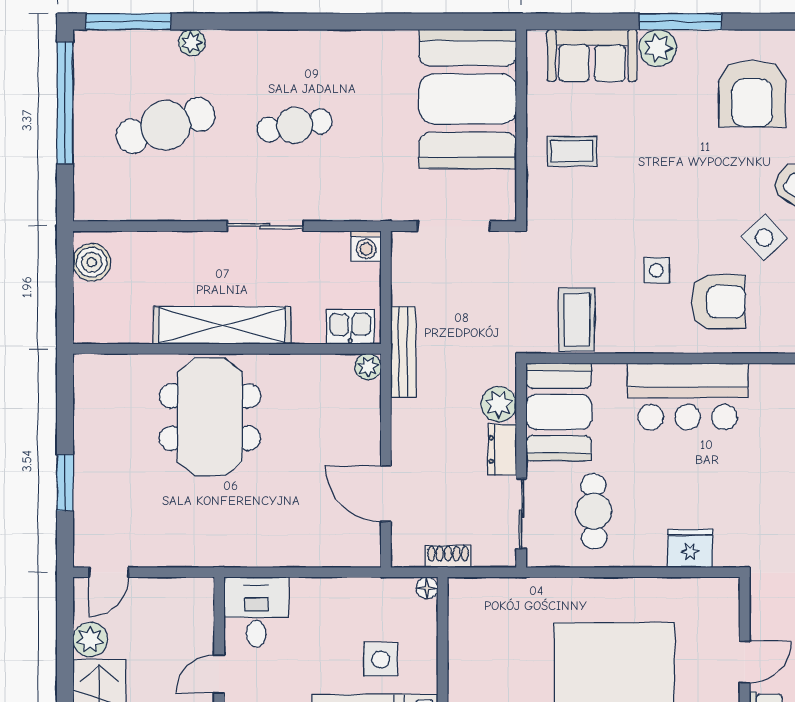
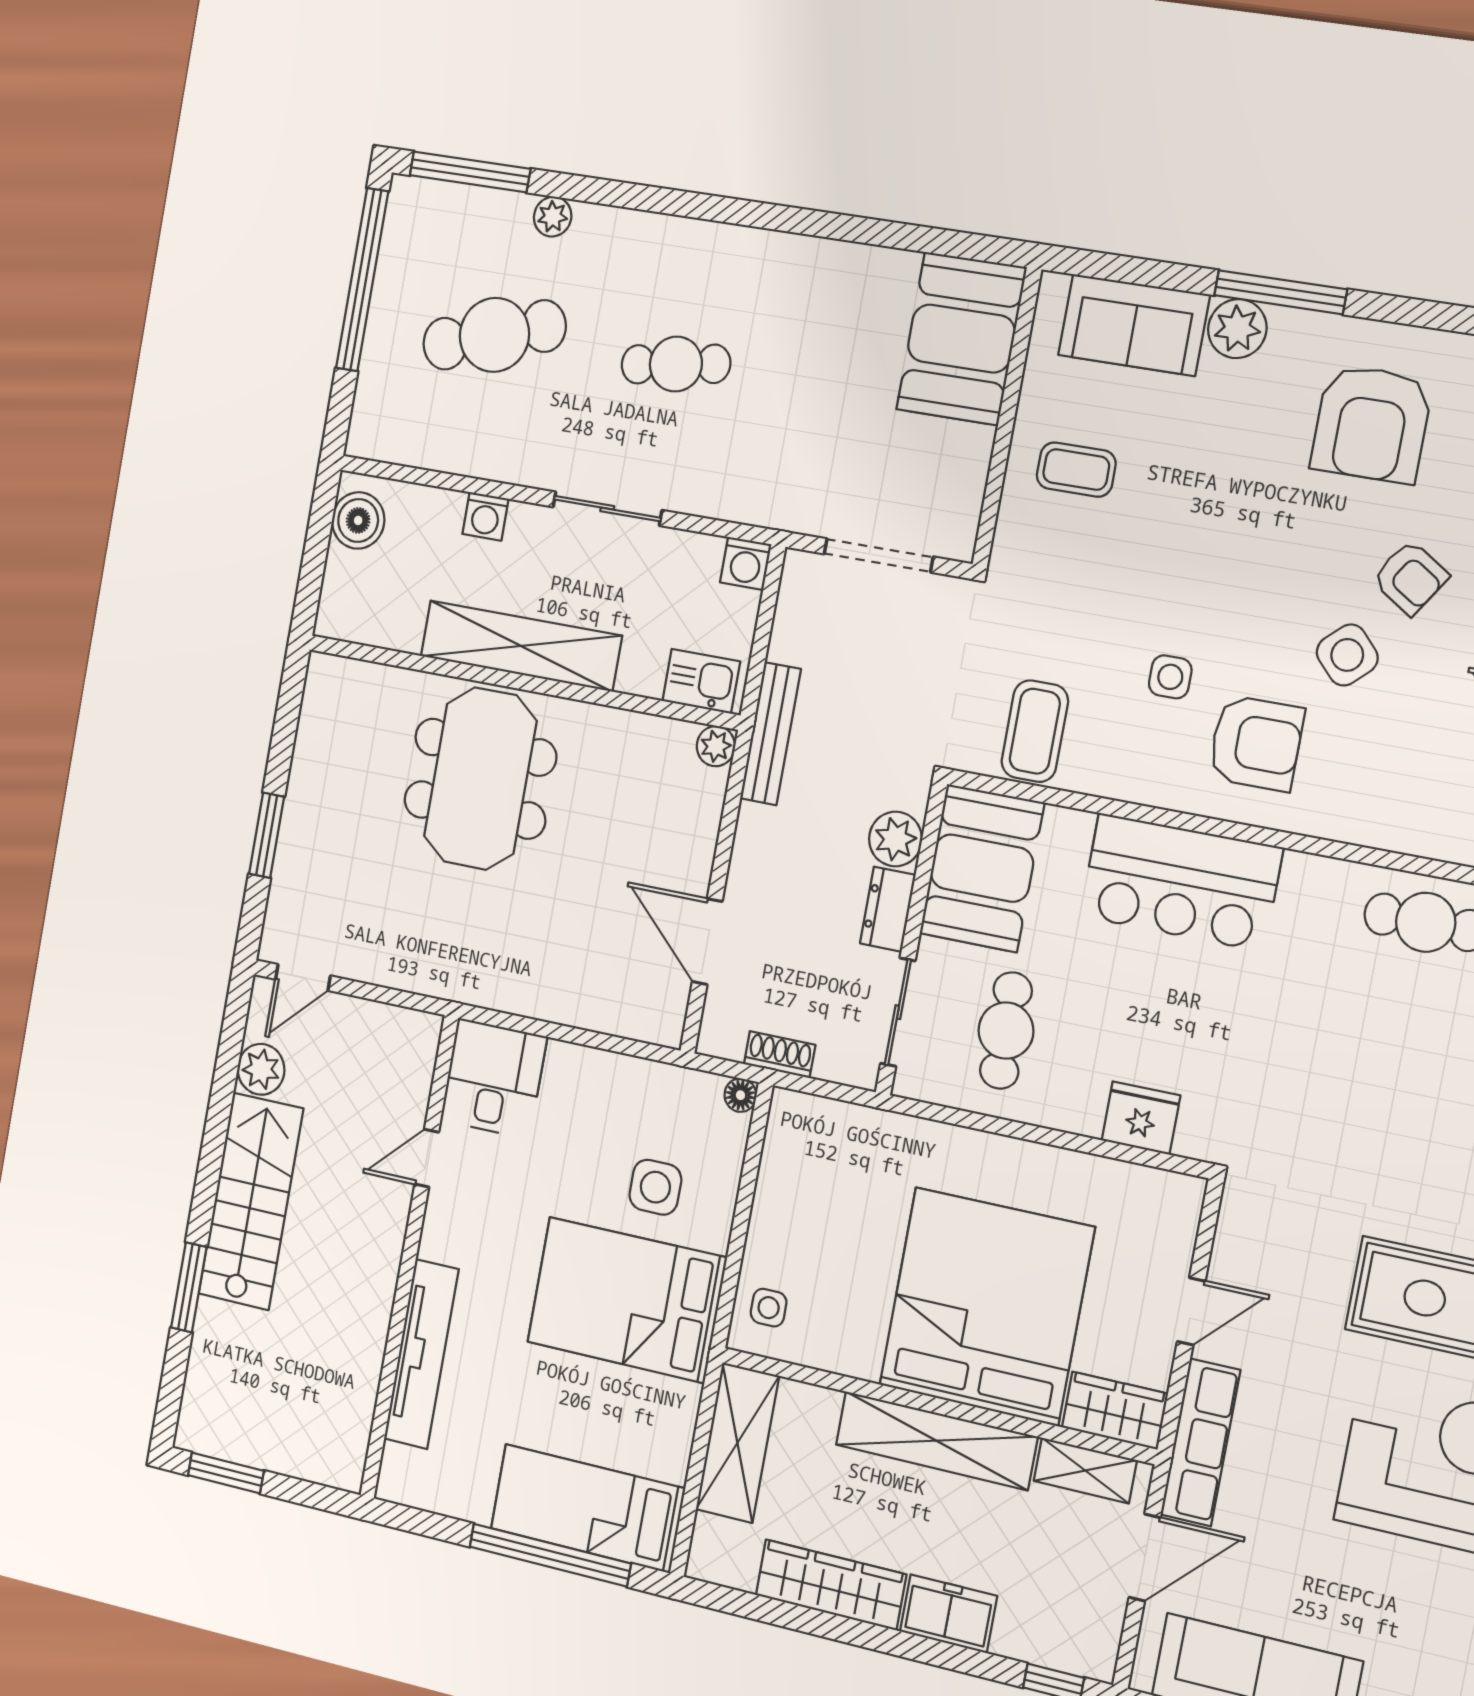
booth: (468, 99) -> (961, 339), width x0.73, depth x0.70
washing machine: (181, 245) -> (485, 516), added

